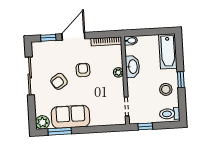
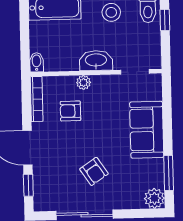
washbasin: (133, 67) -> (96, 61), moved
armchair: (83, 70) -> (70, 111), moved
sofa: (71, 117) -> (147, 130), moved
window: (145, 126) -> (165, 20), moved

